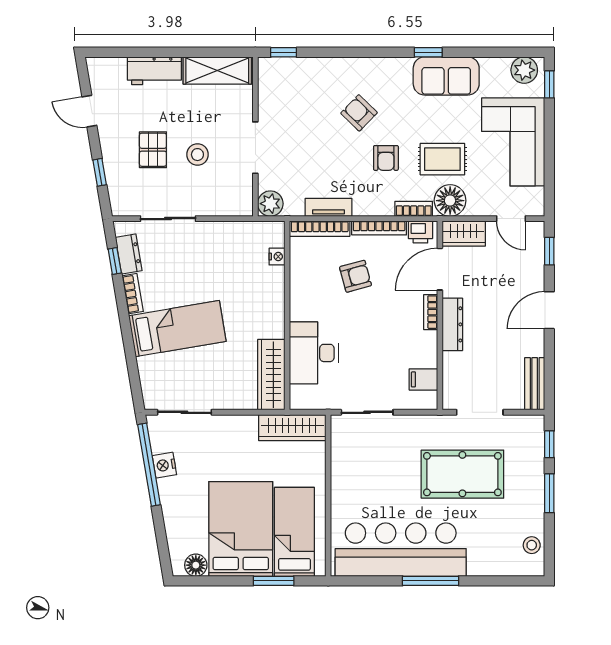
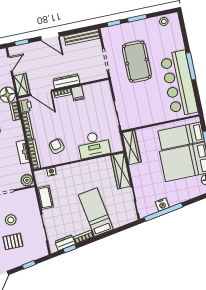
cot: (228, 233) -> (45, 197), added
armchair: (356, 276) -> (57, 146), moved
wardrobe: (271, 375) -> (121, 171), moved, turned 90
filing cabinet: (423, 379) -> (78, 93), moved
bench: (535, 384) -> (82, 37), width x1.36

